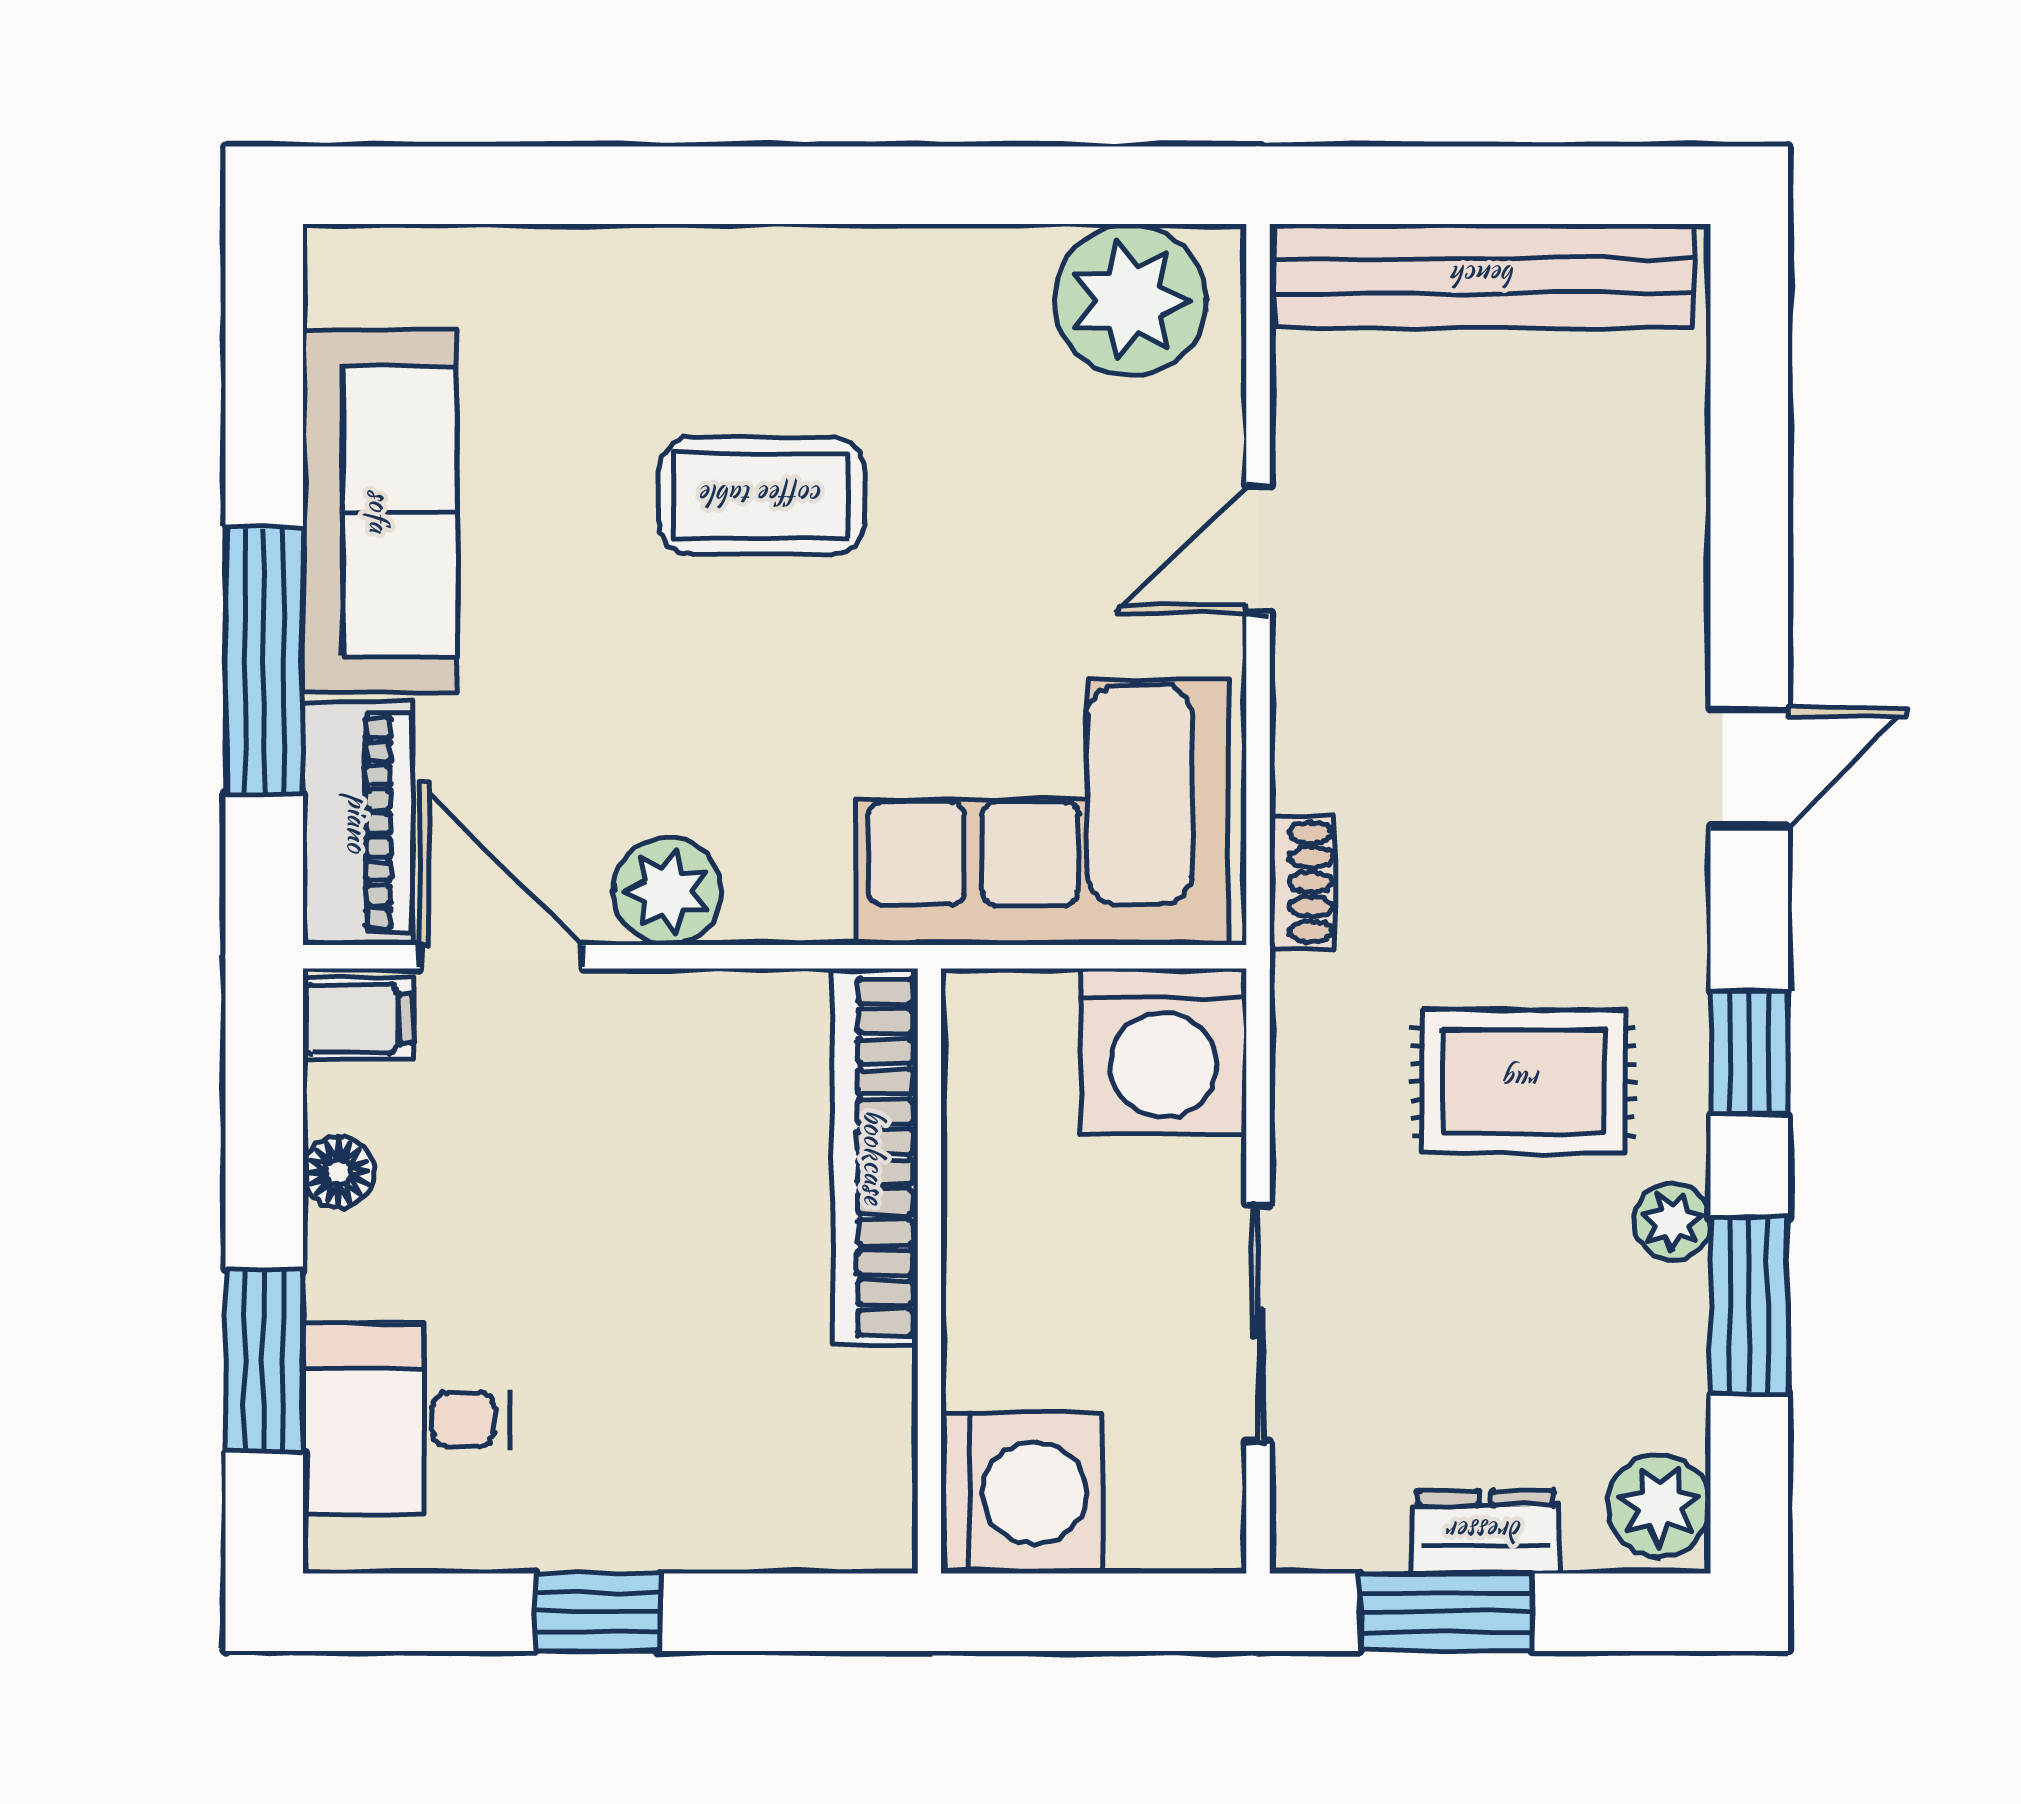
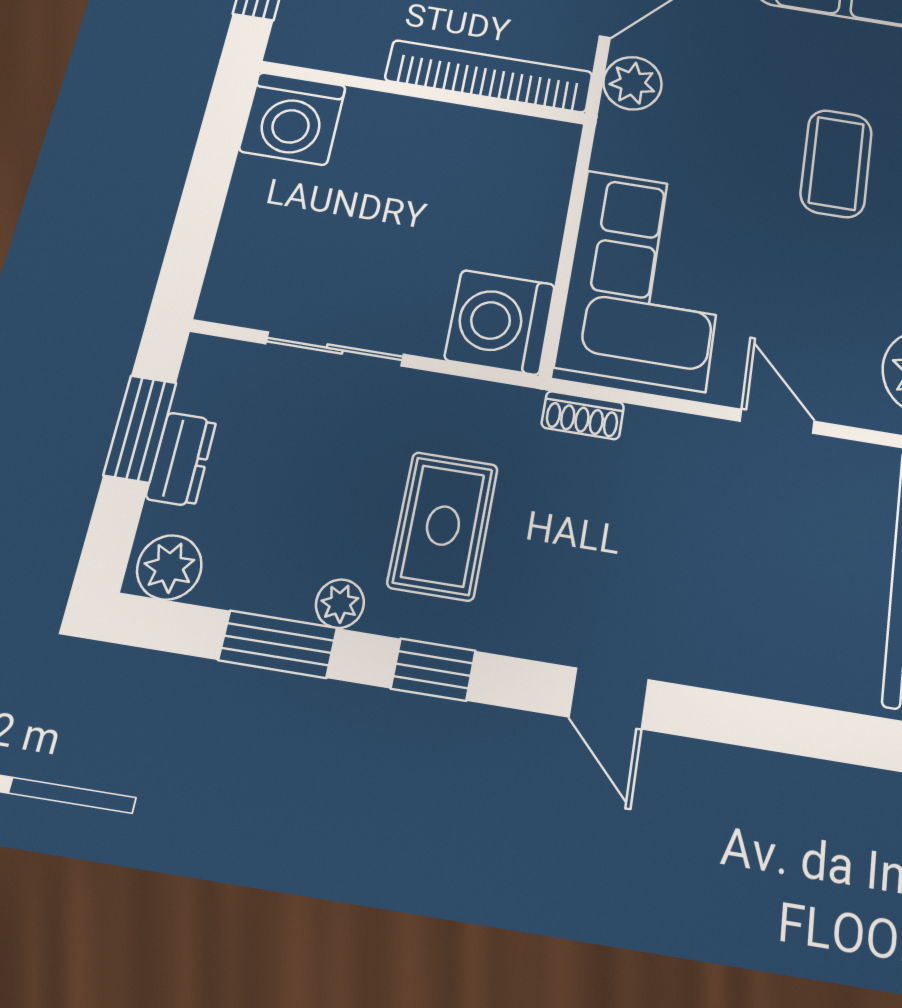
bookcase: (875, 1157) -> (489, 76), moved
wall: (929, 1271) -> (423, 93), moved
washing machine: (1022, 1493) -> (293, 118), moved

